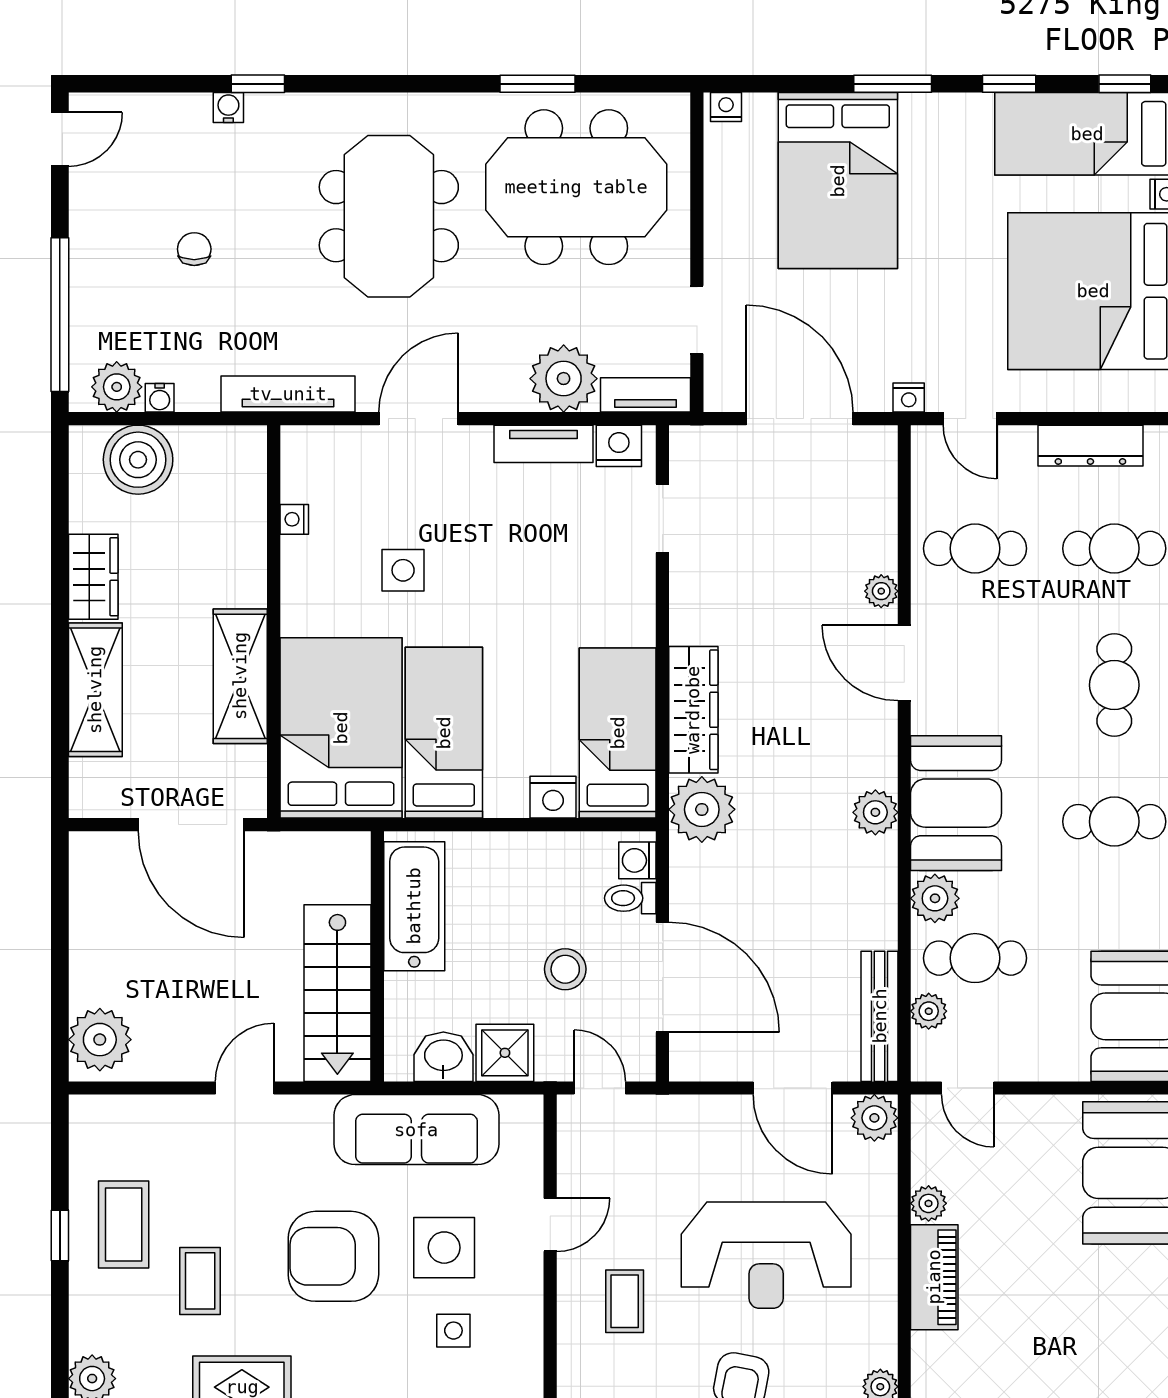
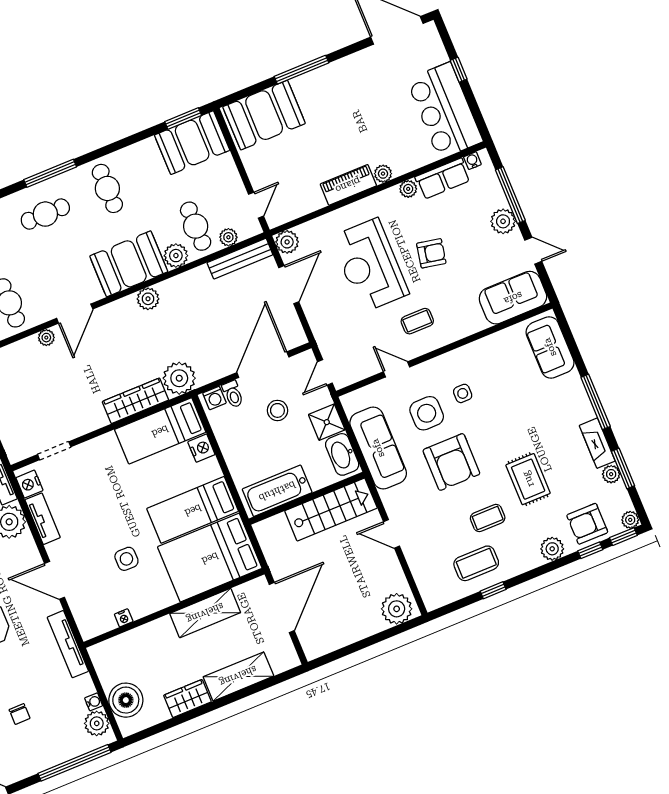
chair: (194, 249) -> (20, 714), turned -90
washbasin: (443, 1057) -> (342, 454), width x1.38
plant: (929, 1203) -> (383, 174), moved
reception desk: (766, 1255) -> (370, 265), turned 180

